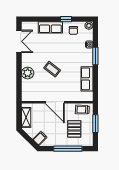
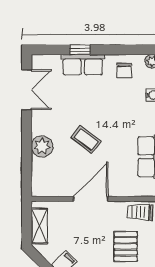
window: (66, 19) -> (80, 50), moved
door: (55, 102) -> (91, 199), swing flipped

